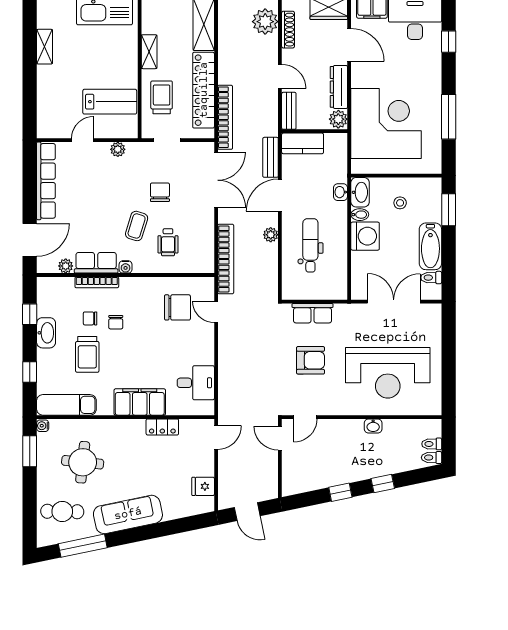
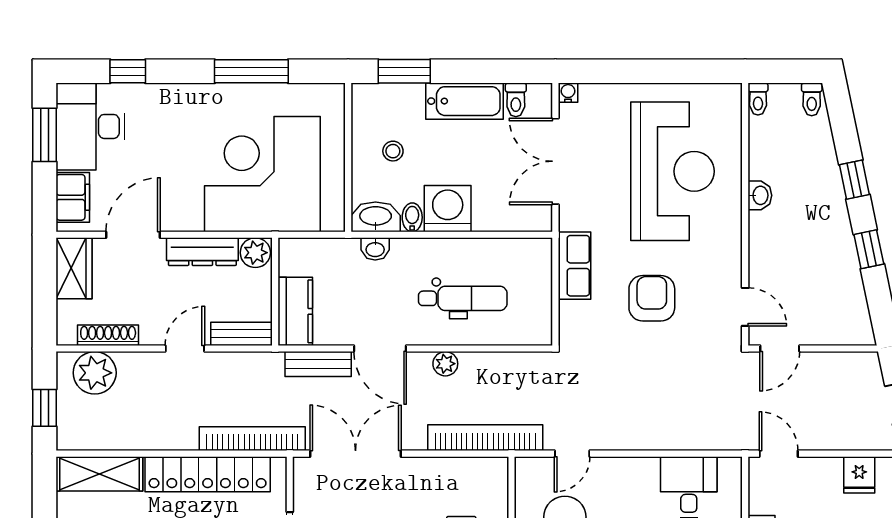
dental chair: (310, 245) -> (463, 298), turned 180
water cooler: (436, 309) -> (568, 93), added
row of seats: (313, 313) -> (574, 266), moved
toilet: (432, 444) -> (758, 99), moved

